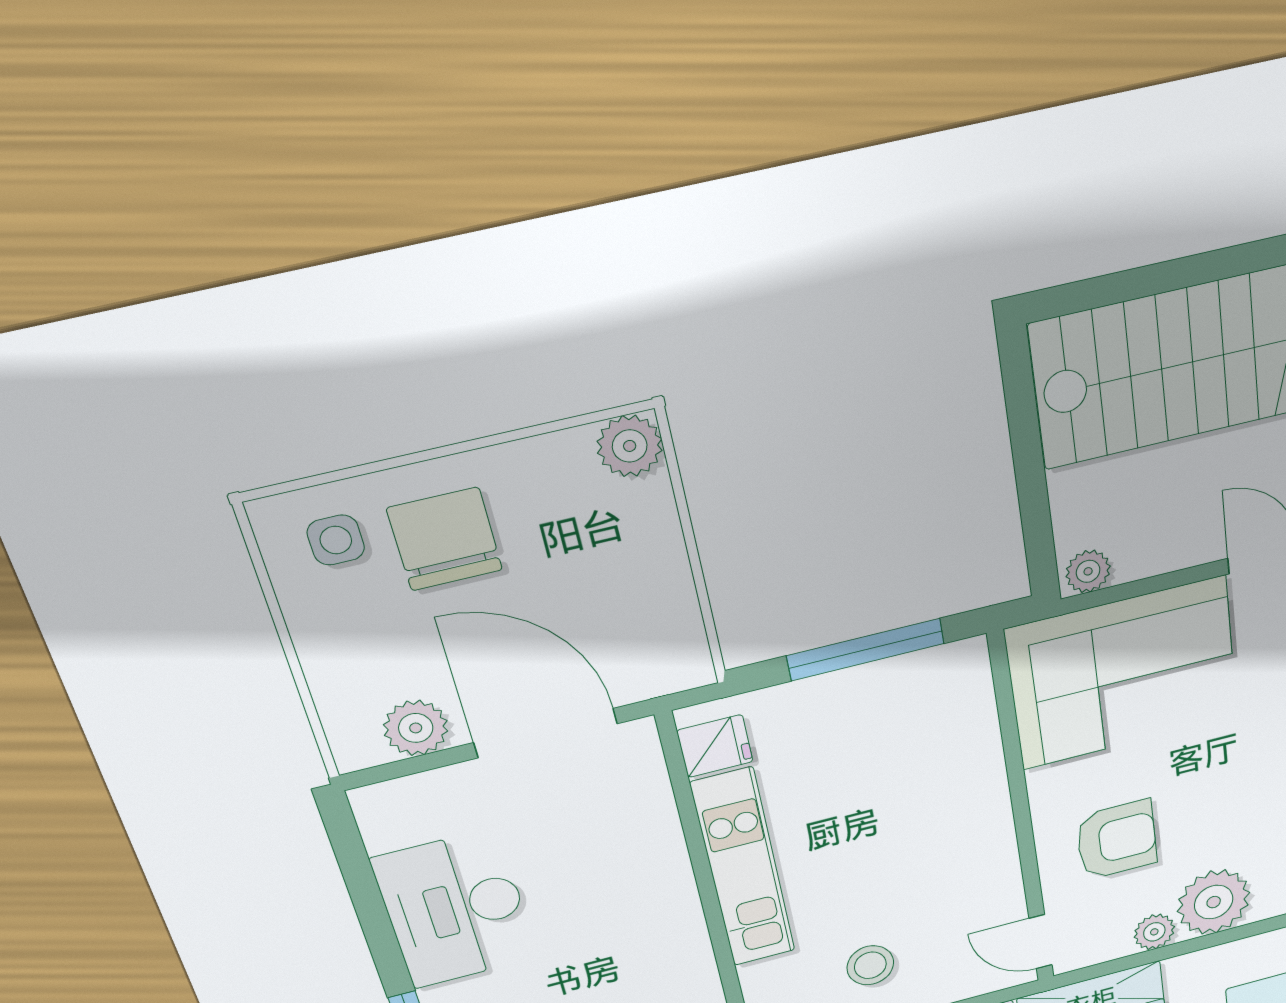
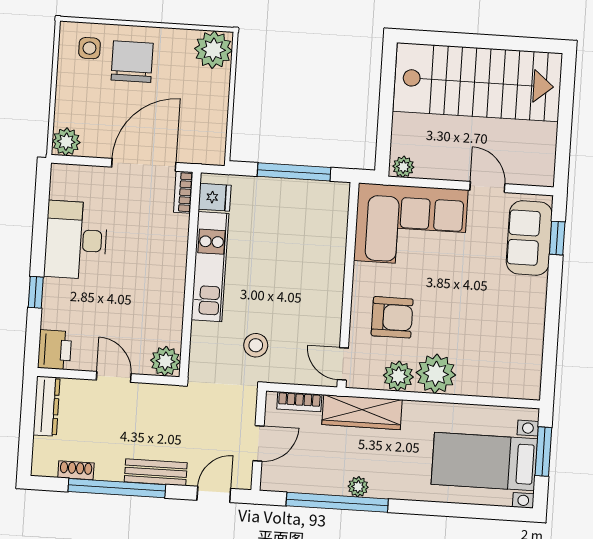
plant: (630, 446) -> (213, 50), width x1.36, depth x1.36
plant: (416, 728) -> (66, 142), moved
door: (546, 733) -> (144, 165), hinge flipped
bookcase: (647, 757) -> (183, 192), added
plant: (1154, 932) -> (398, 376), width x1.38, depth x1.38

